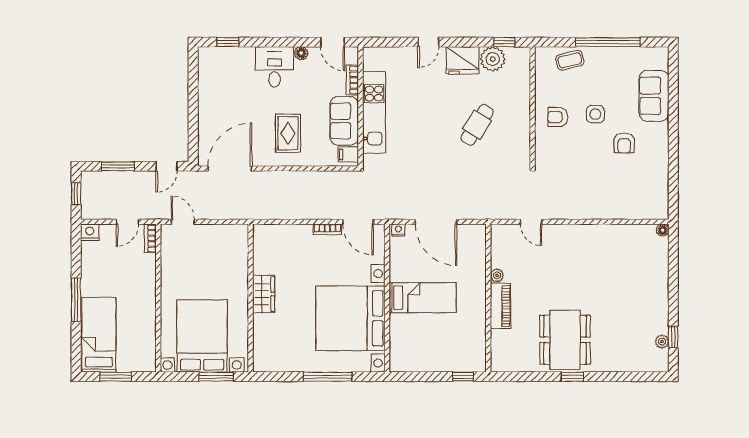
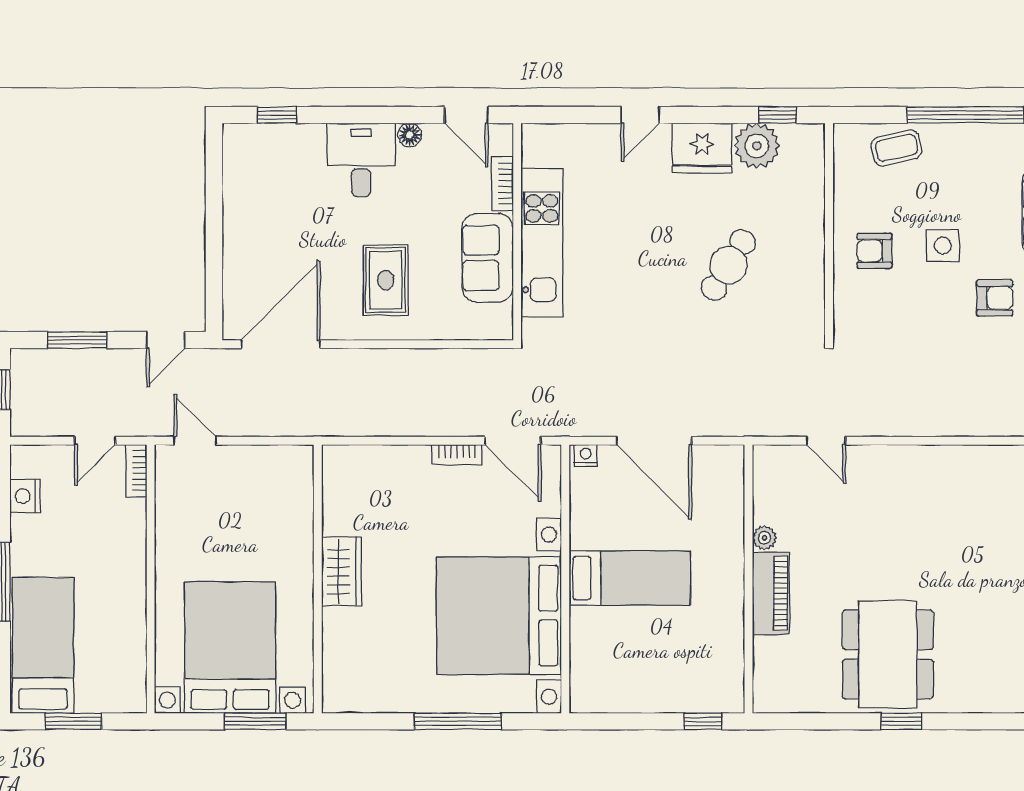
armchair: (624, 143) -> (995, 298), turned -90
filing cabinet: (348, 154) -> (495, 319), removed
nightstand: (90, 232) -> (25, 496), moved, turned -90

